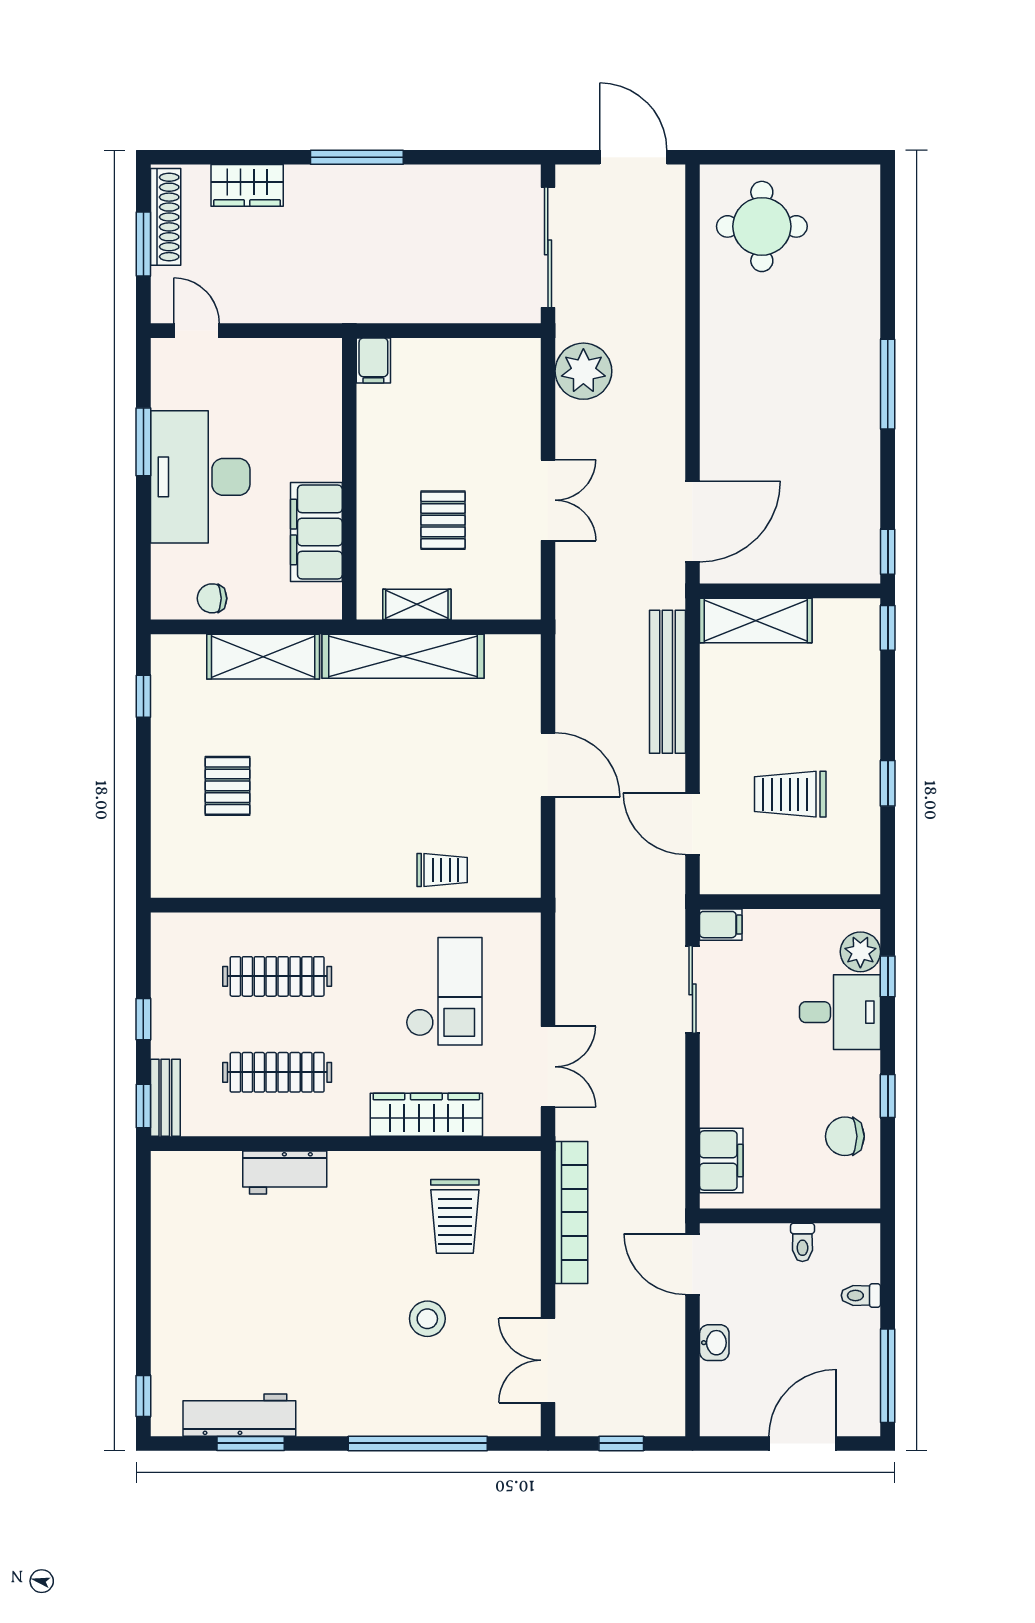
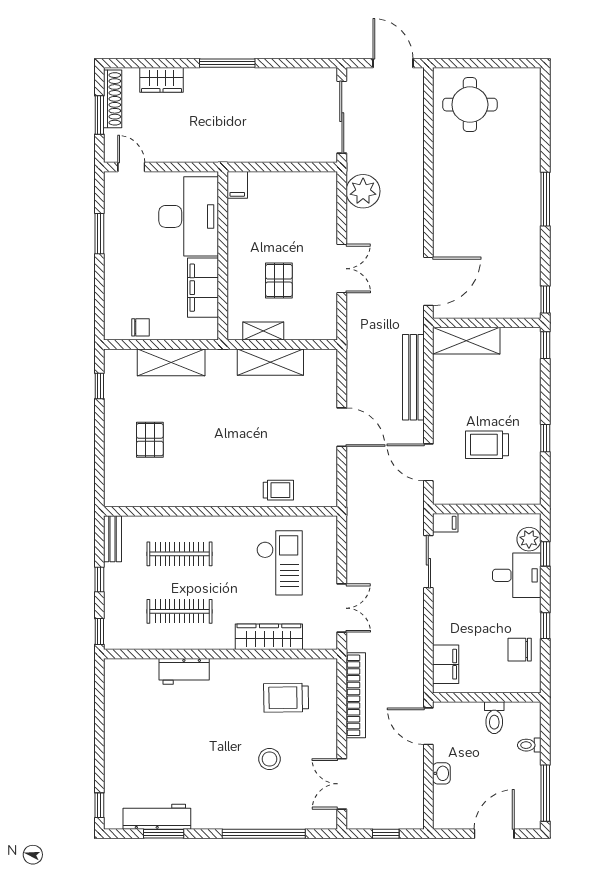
desk: (200, 477) -> (189, 216), moved, turned 180
chair: (212, 598) -> (140, 327), turned 180
shelving: (403, 656) -> (270, 362), width x0.68
bench: (165, 1098) -> (113, 539), moved
trolley: (455, 1216) -> (286, 698), turned 89
toilet: (802, 1242) -> (494, 718), width x1.37, depth x1.39

